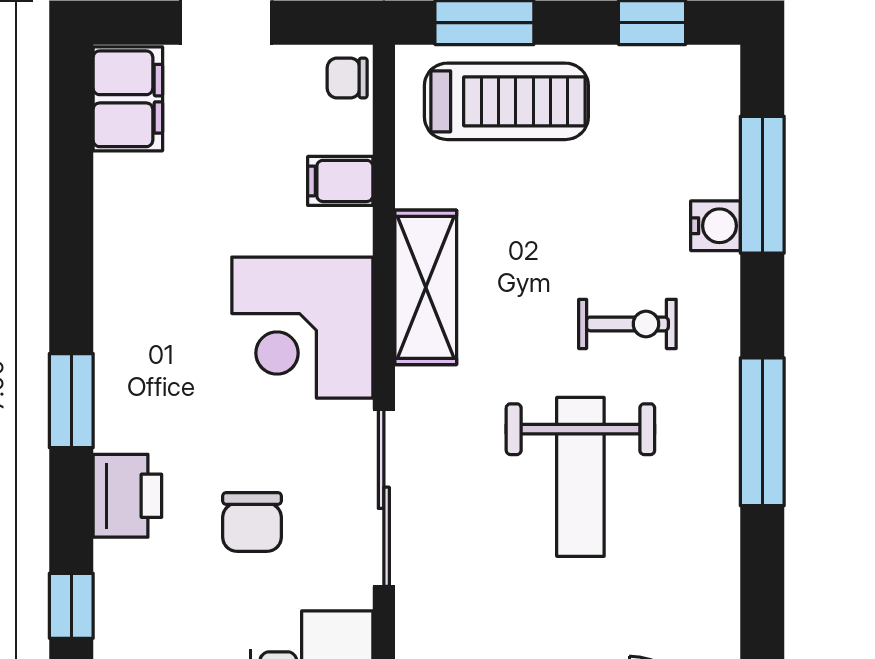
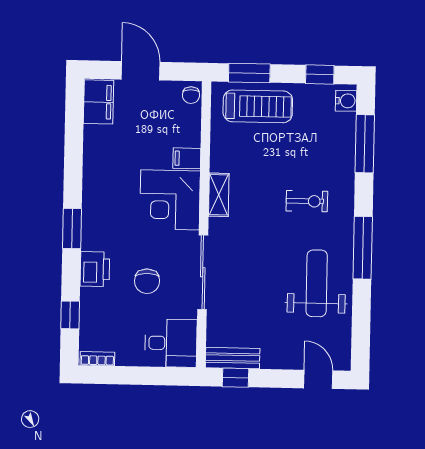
chair: (347, 78) -> (191, 95), turned -90
filing cabinet: (340, 181) -> (187, 158), moved
water cooler: (716, 226) -> (346, 101), moved
shelving: (426, 287) -> (219, 195), width x0.67, depth x0.75
weight bench: (580, 477) -> (317, 283), moved, turned 180

